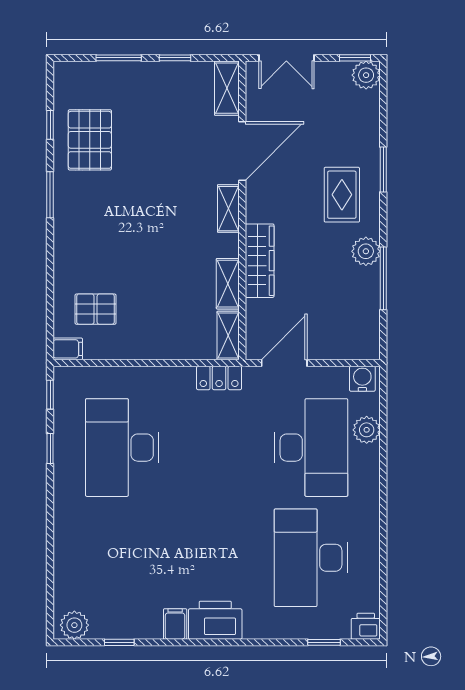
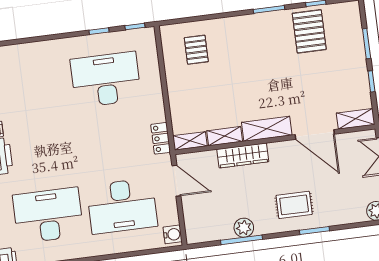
pallet: (90, 140) -> (309, 31), turned 90
shelving: (228, 209) -> (267, 129), width x1.50, depth x1.33
plant: (366, 251) -> (244, 228), moved
filing cabinet: (68, 349) -> (167, 34), removed
plant: (367, 430) -> (139, 242), removed

